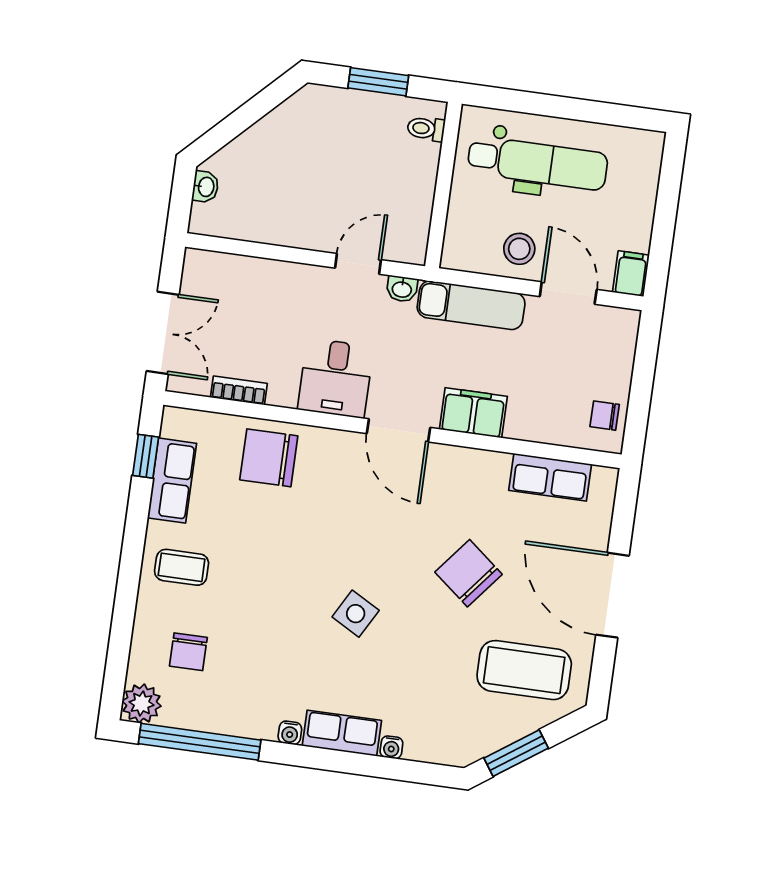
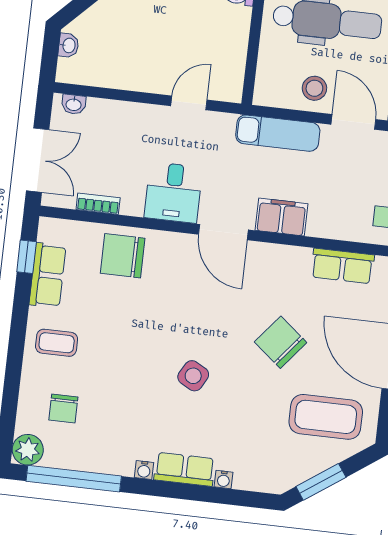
washbasin: (402, 289) -> (74, 104), moved

